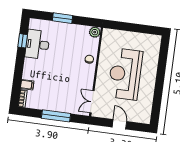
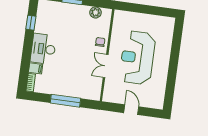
plant: (95, 32) -> (96, 12), moved
desk: (37, 44) -> (43, 49), moved
double door: (92, 102) -> (106, 66), moved

